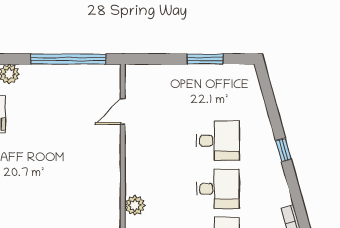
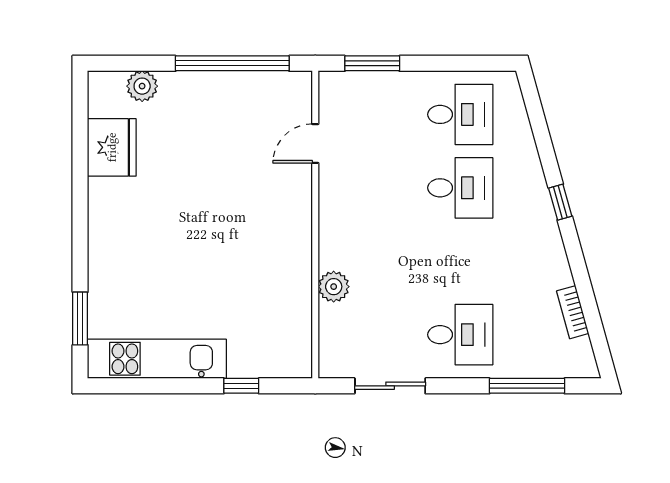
window: (205, 59) -> (372, 63), moved
desk: (218, 189) -> (460, 114), moved

